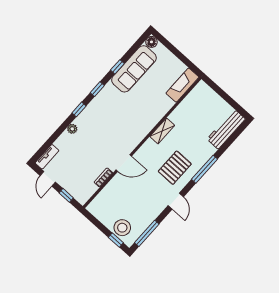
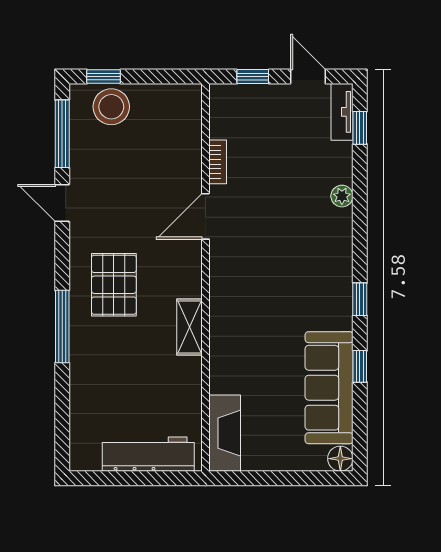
window: (79, 109) -> (360, 128), moved
workbench: (226, 129) -> (148, 454), moved, turned -90
door: (176, 201) -> (62, 203), moved

